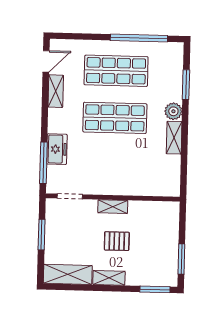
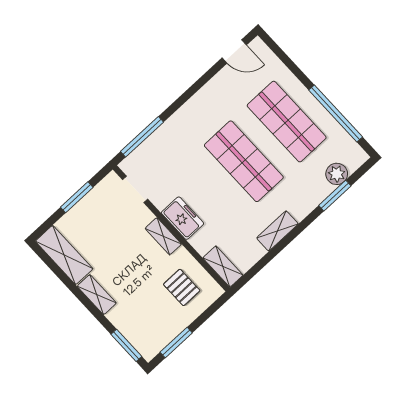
shelving: (56, 91) -> (223, 266), moved, turned 90
plant: (173, 111) -> (337, 174), moved
freezer: (57, 149) -> (183, 218), moved, turned -90
pallet: (117, 241) -> (182, 287), moved

